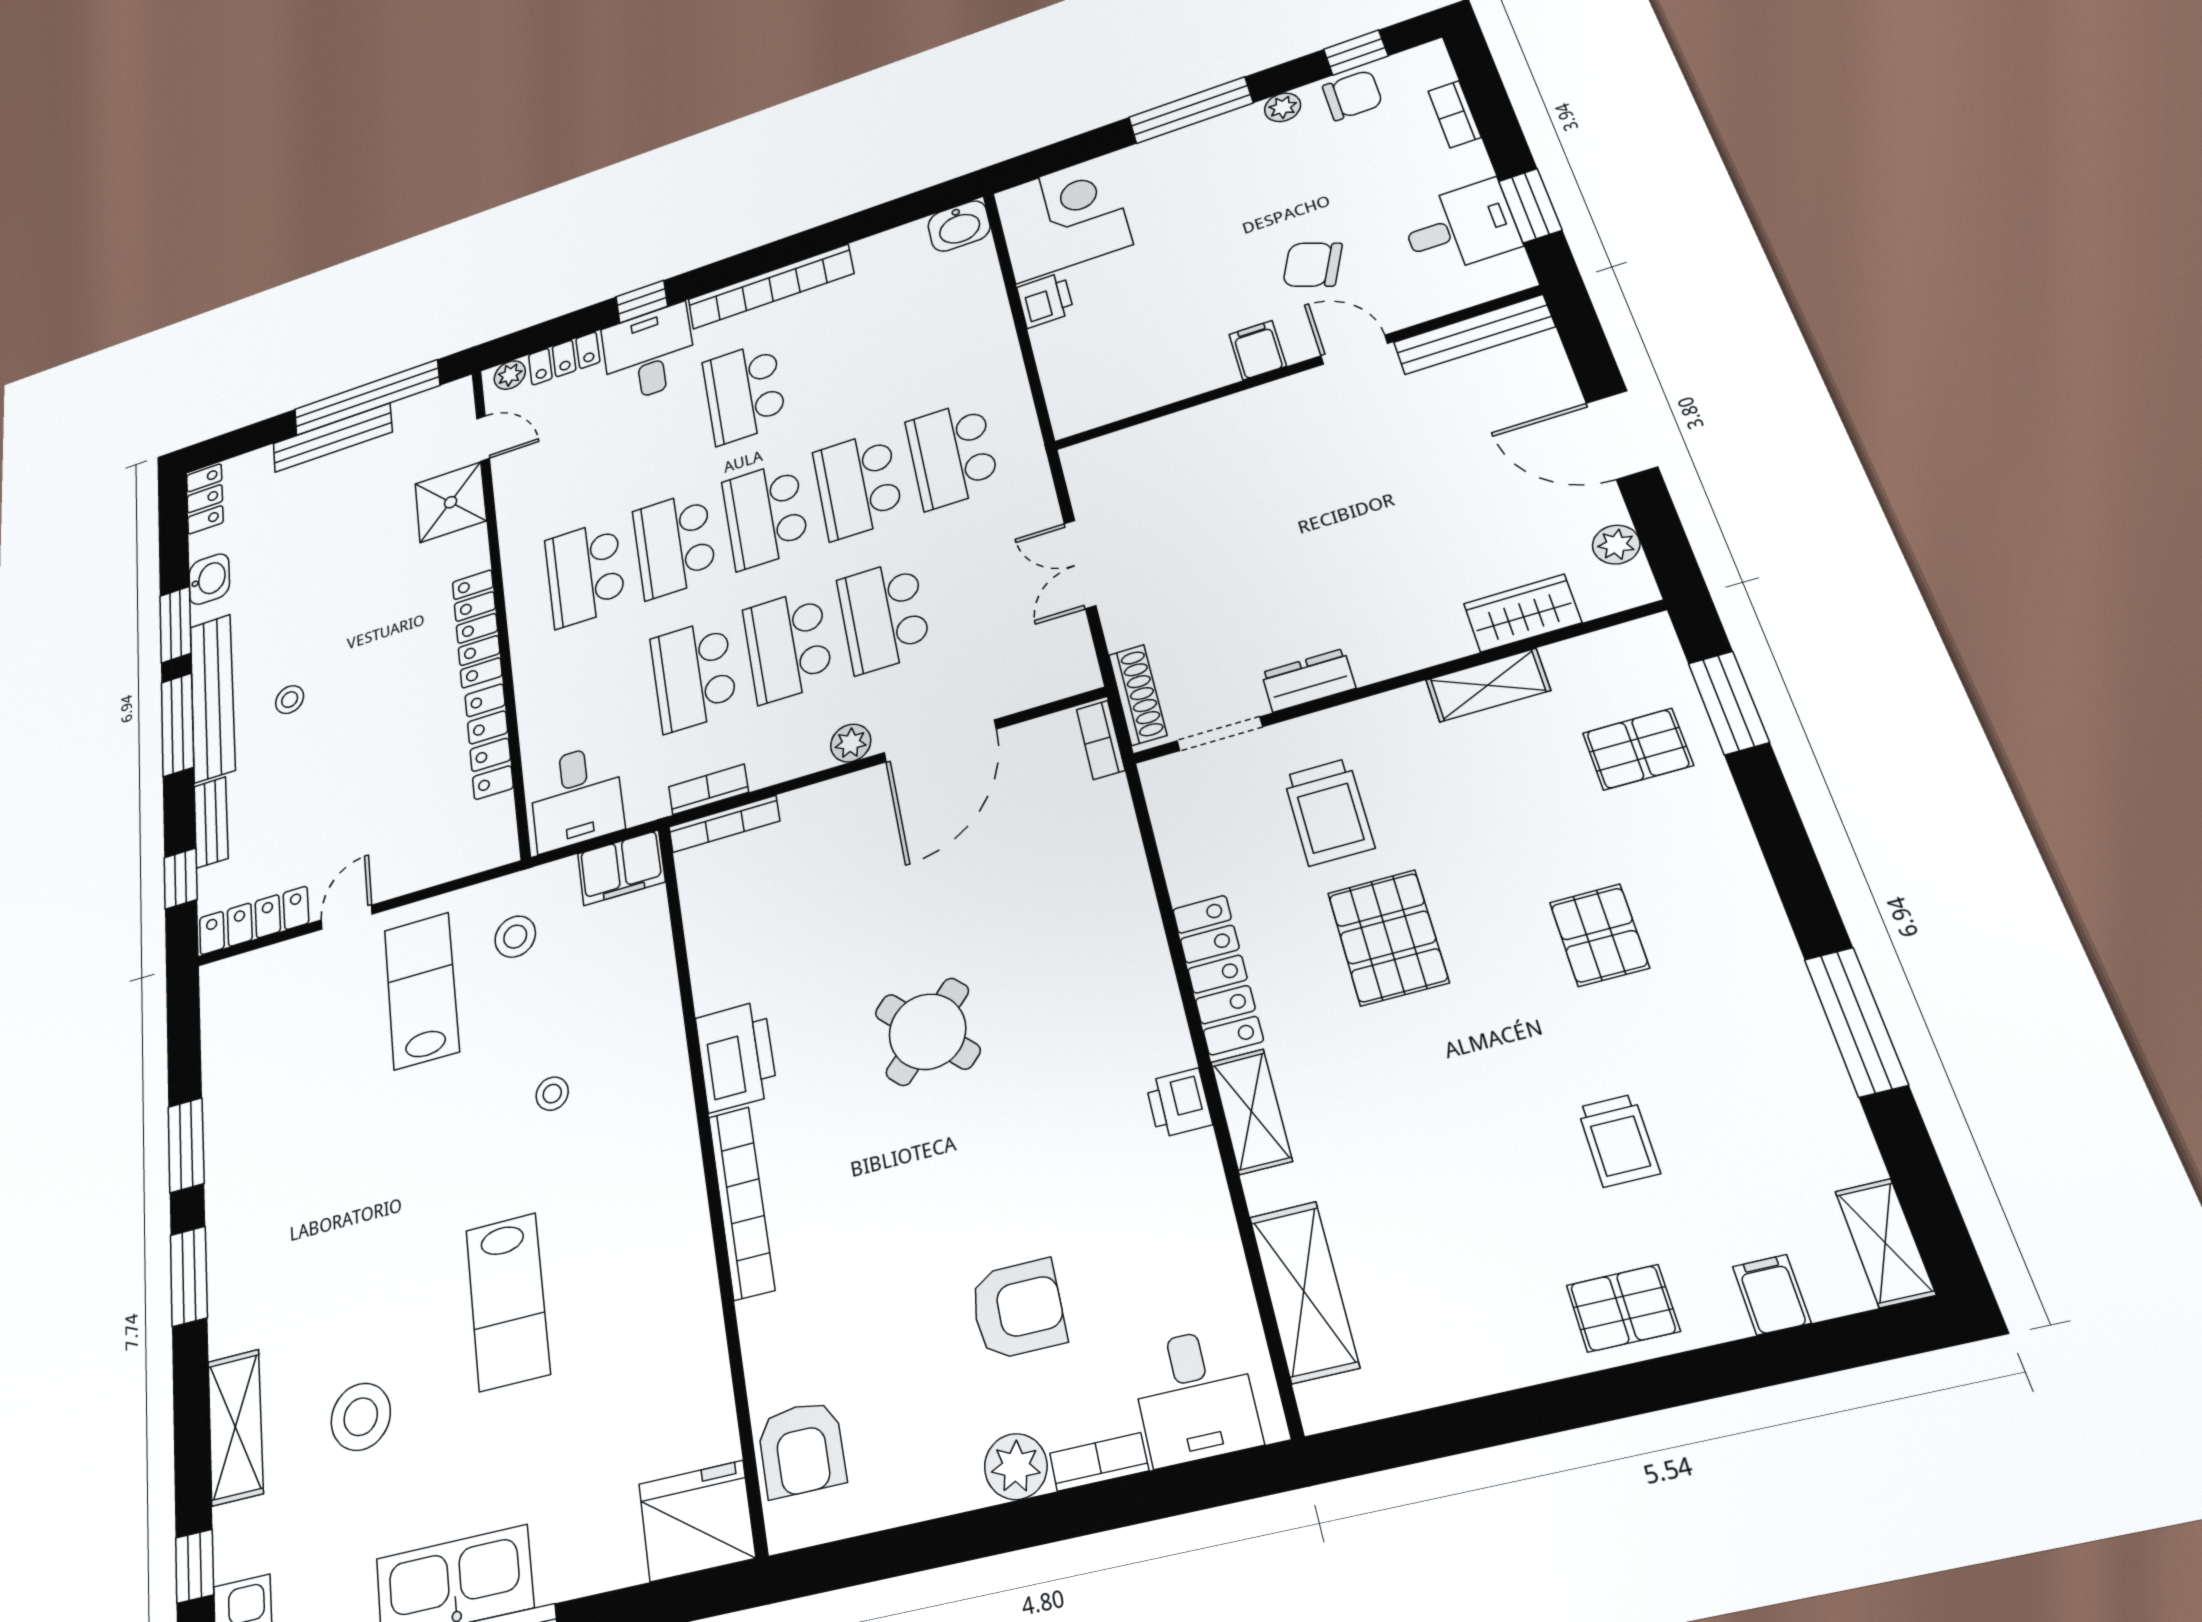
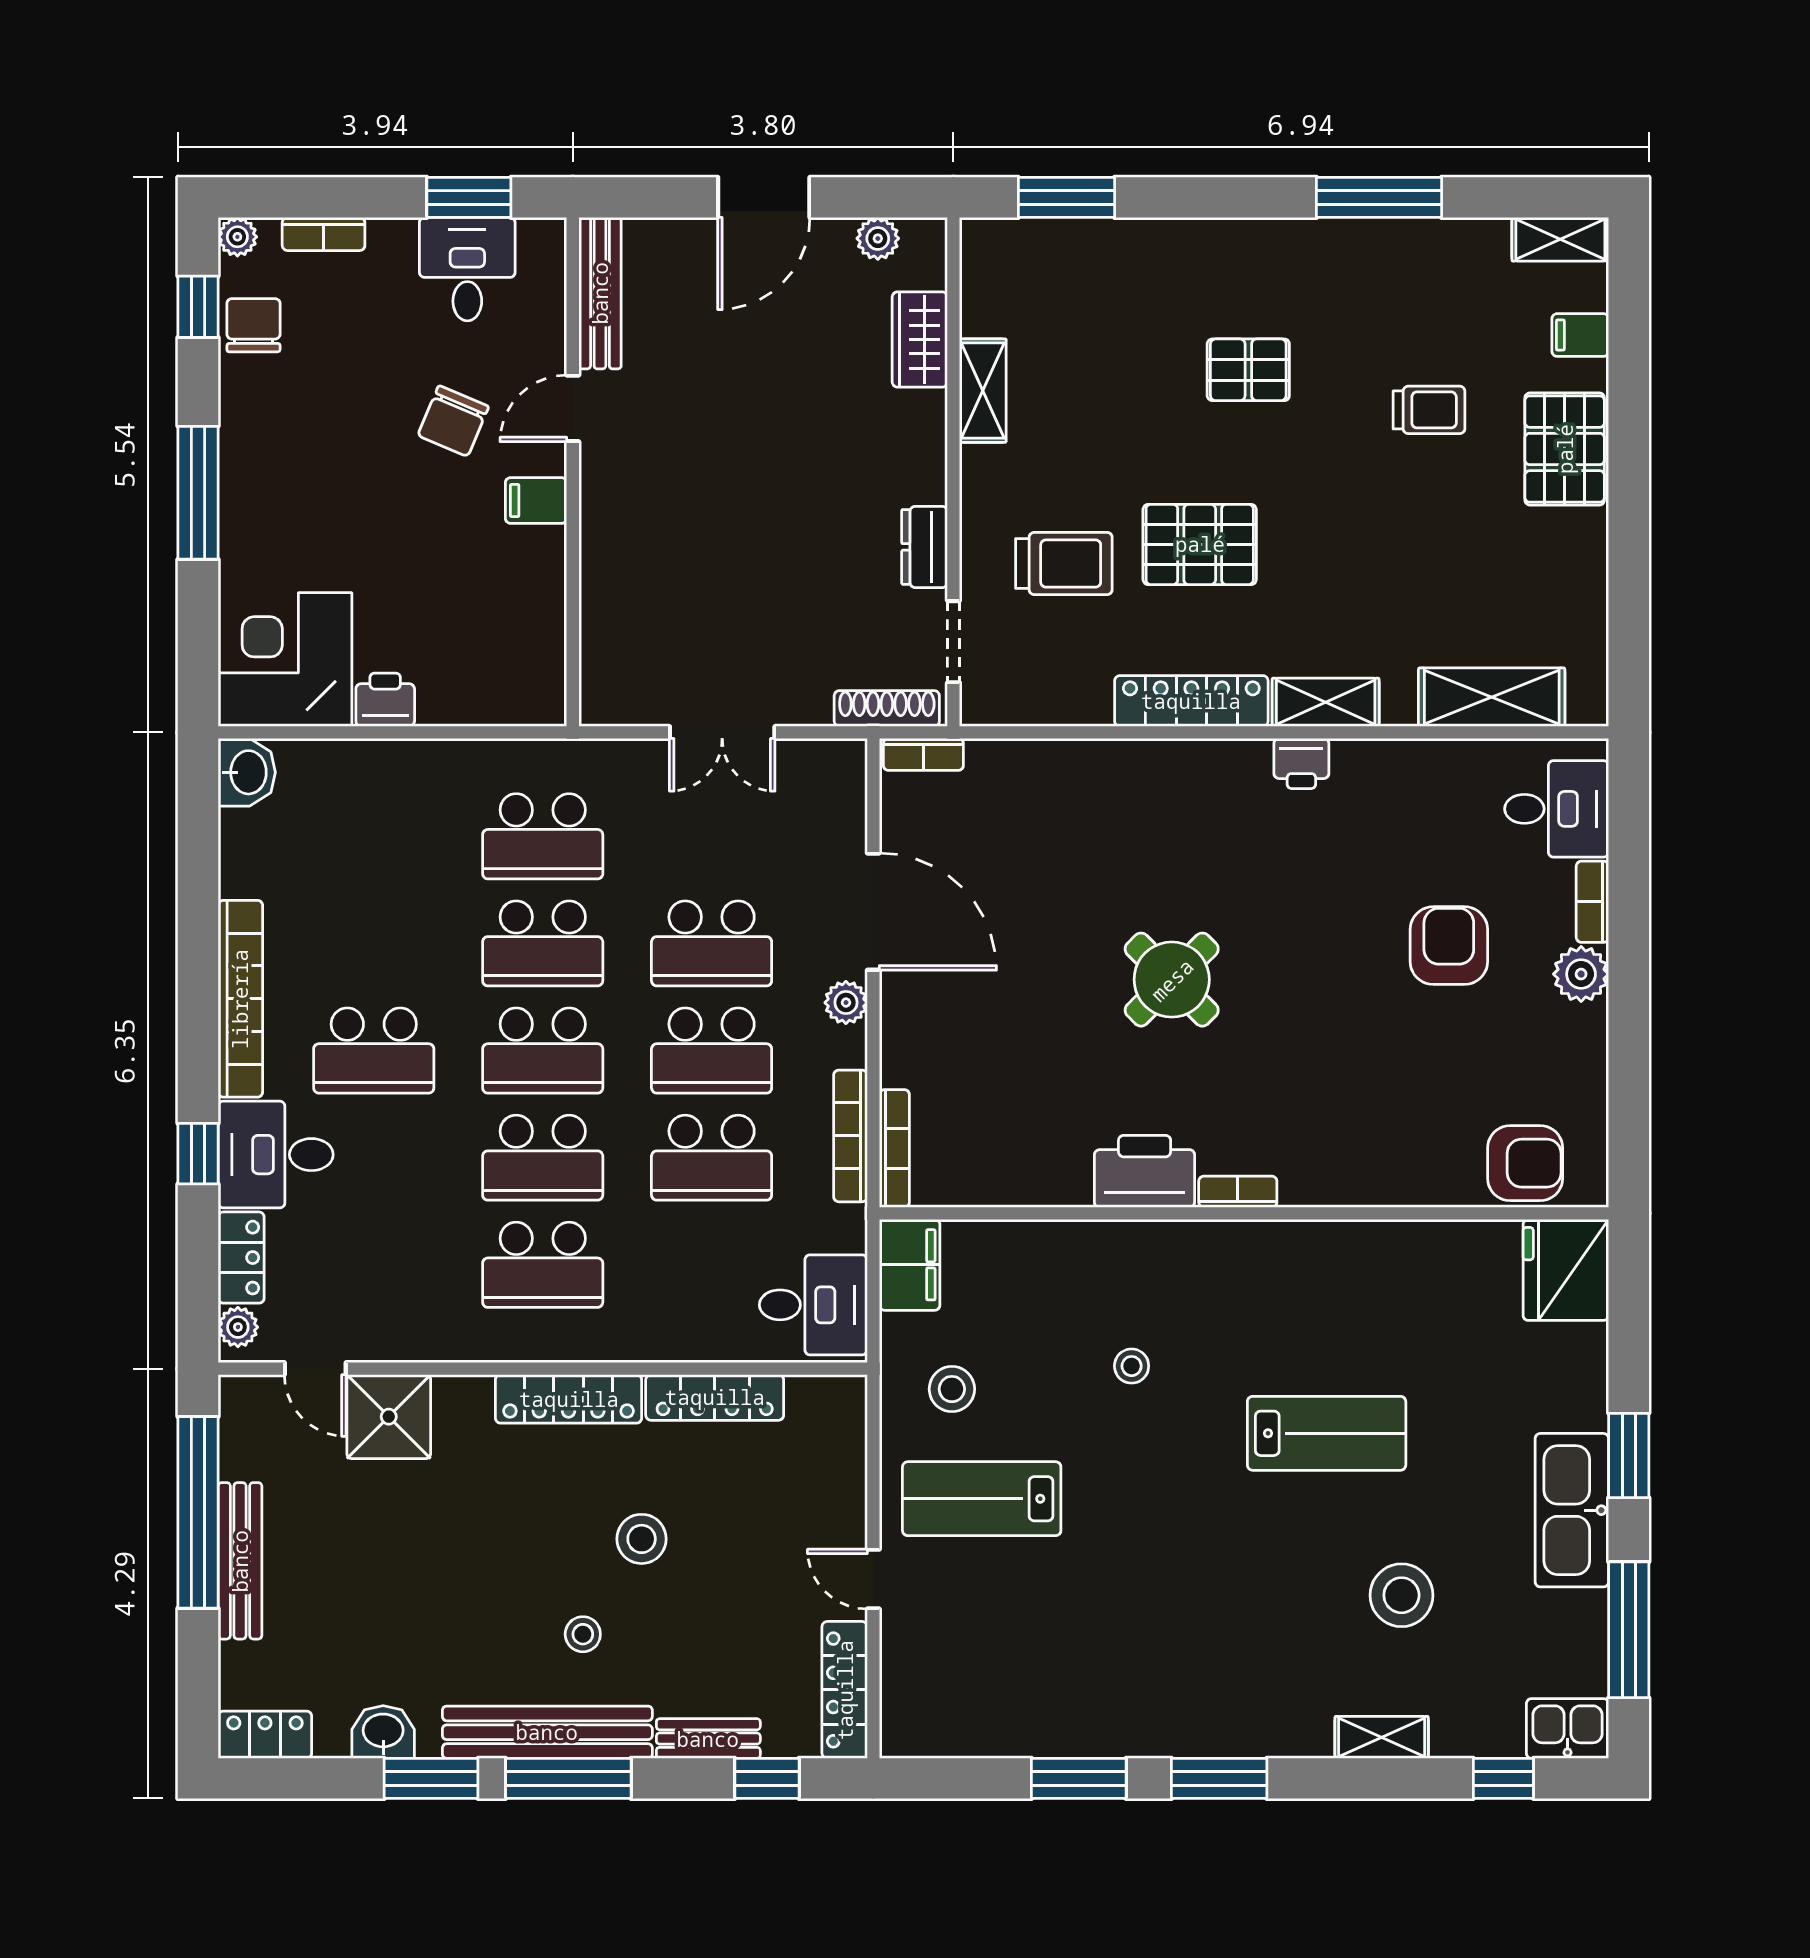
plant: (1283, 107) -> (237, 237), moved
door: (483, 438) -> (315, 1369), swing flipped
stool: (368, 720) -> (642, 1539), added
pallet: (1638, 749) -> (1087, 285), removed
bookcase: (708, 789) -> (850, 1136), width x1.56
bookcase: (741, 1202) -> (1238, 1192), width x0.43, depth x0.76
pallet: (1623, 1308) -> (1565, 449), width x1.50, depth x1.42
shelving: (235, 1427) -> (1382, 1737), width x0.67, depth x0.75

